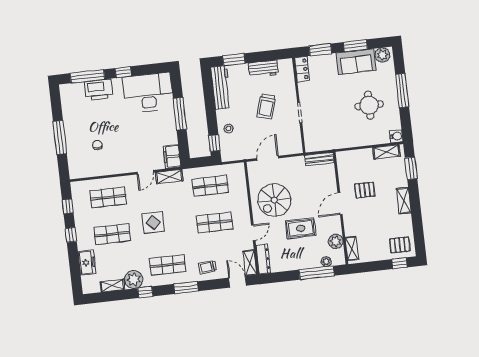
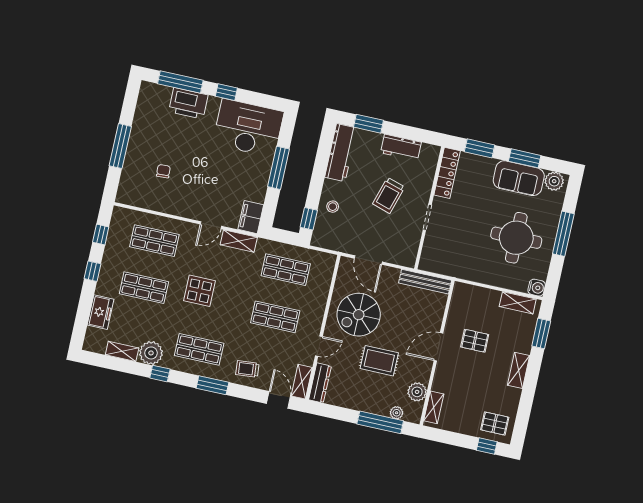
locker: (302, 69) -> (447, 173), width x1.53
round table: (369, 105) -> (516, 238), width x1.36, depth x1.36
door: (268, 158) -> (368, 260), swing flipped
bench: (319, 159) -> (425, 282), width x1.36

